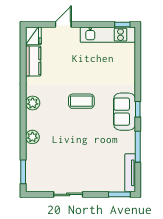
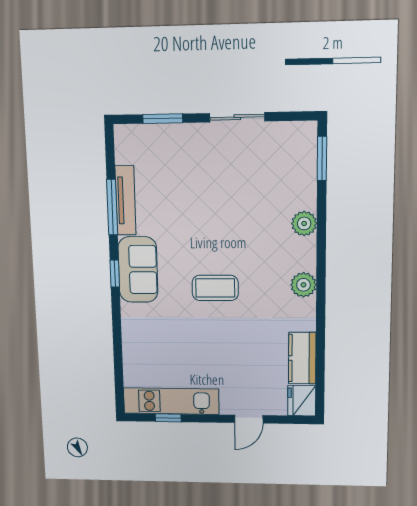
window: (122, 24) -> (168, 418), moved
tv unit: (130, 173) -> (125, 200), moved
window: (119, 194) -> (163, 119), moved

